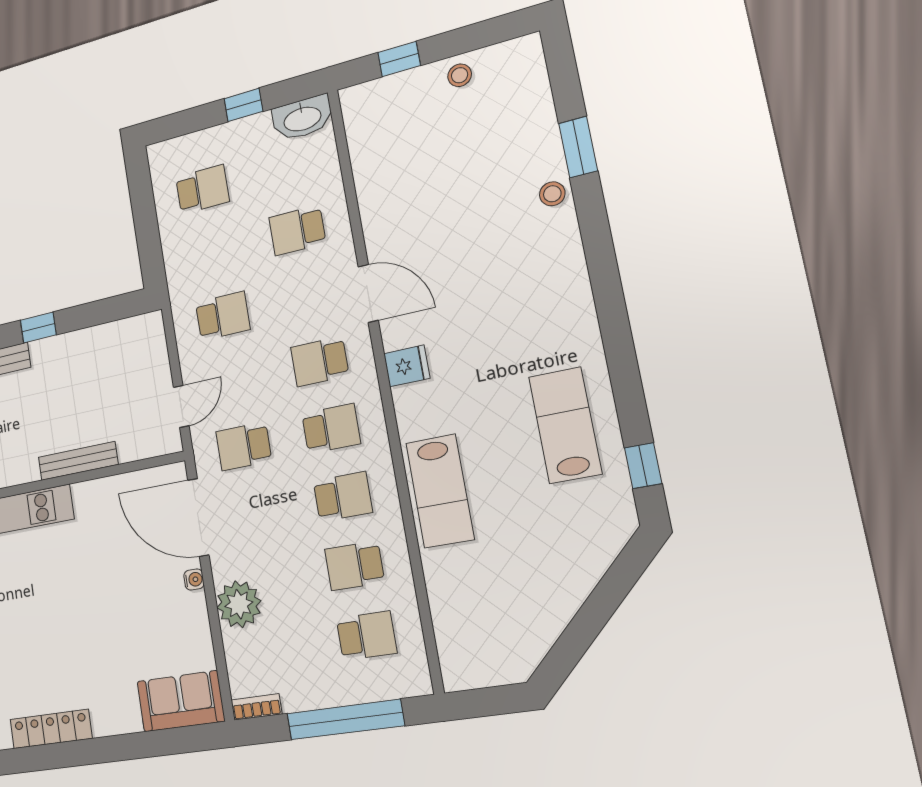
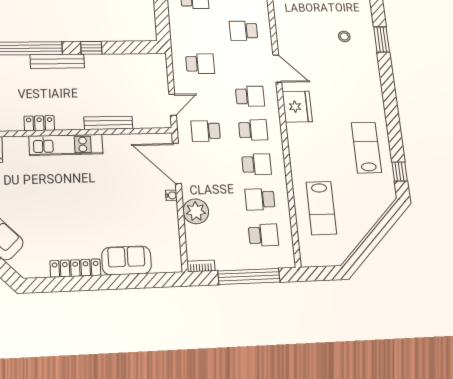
window: (578, 147) -> (382, 39), moved
stool: (552, 194) -> (344, 36), moved
school desk: (320, 362) -> (250, 96), turned 180
fridge: (407, 366) -> (297, 107), width x1.88, depth x1.34
lab bench: (440, 491) -> (321, 208), moved
sofa: (181, 701) -> (126, 260), moved

